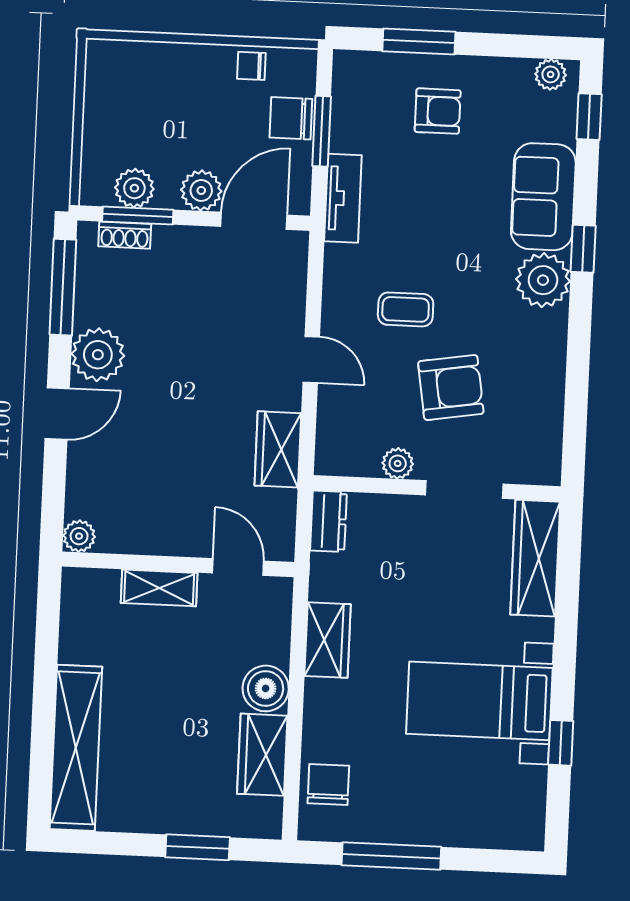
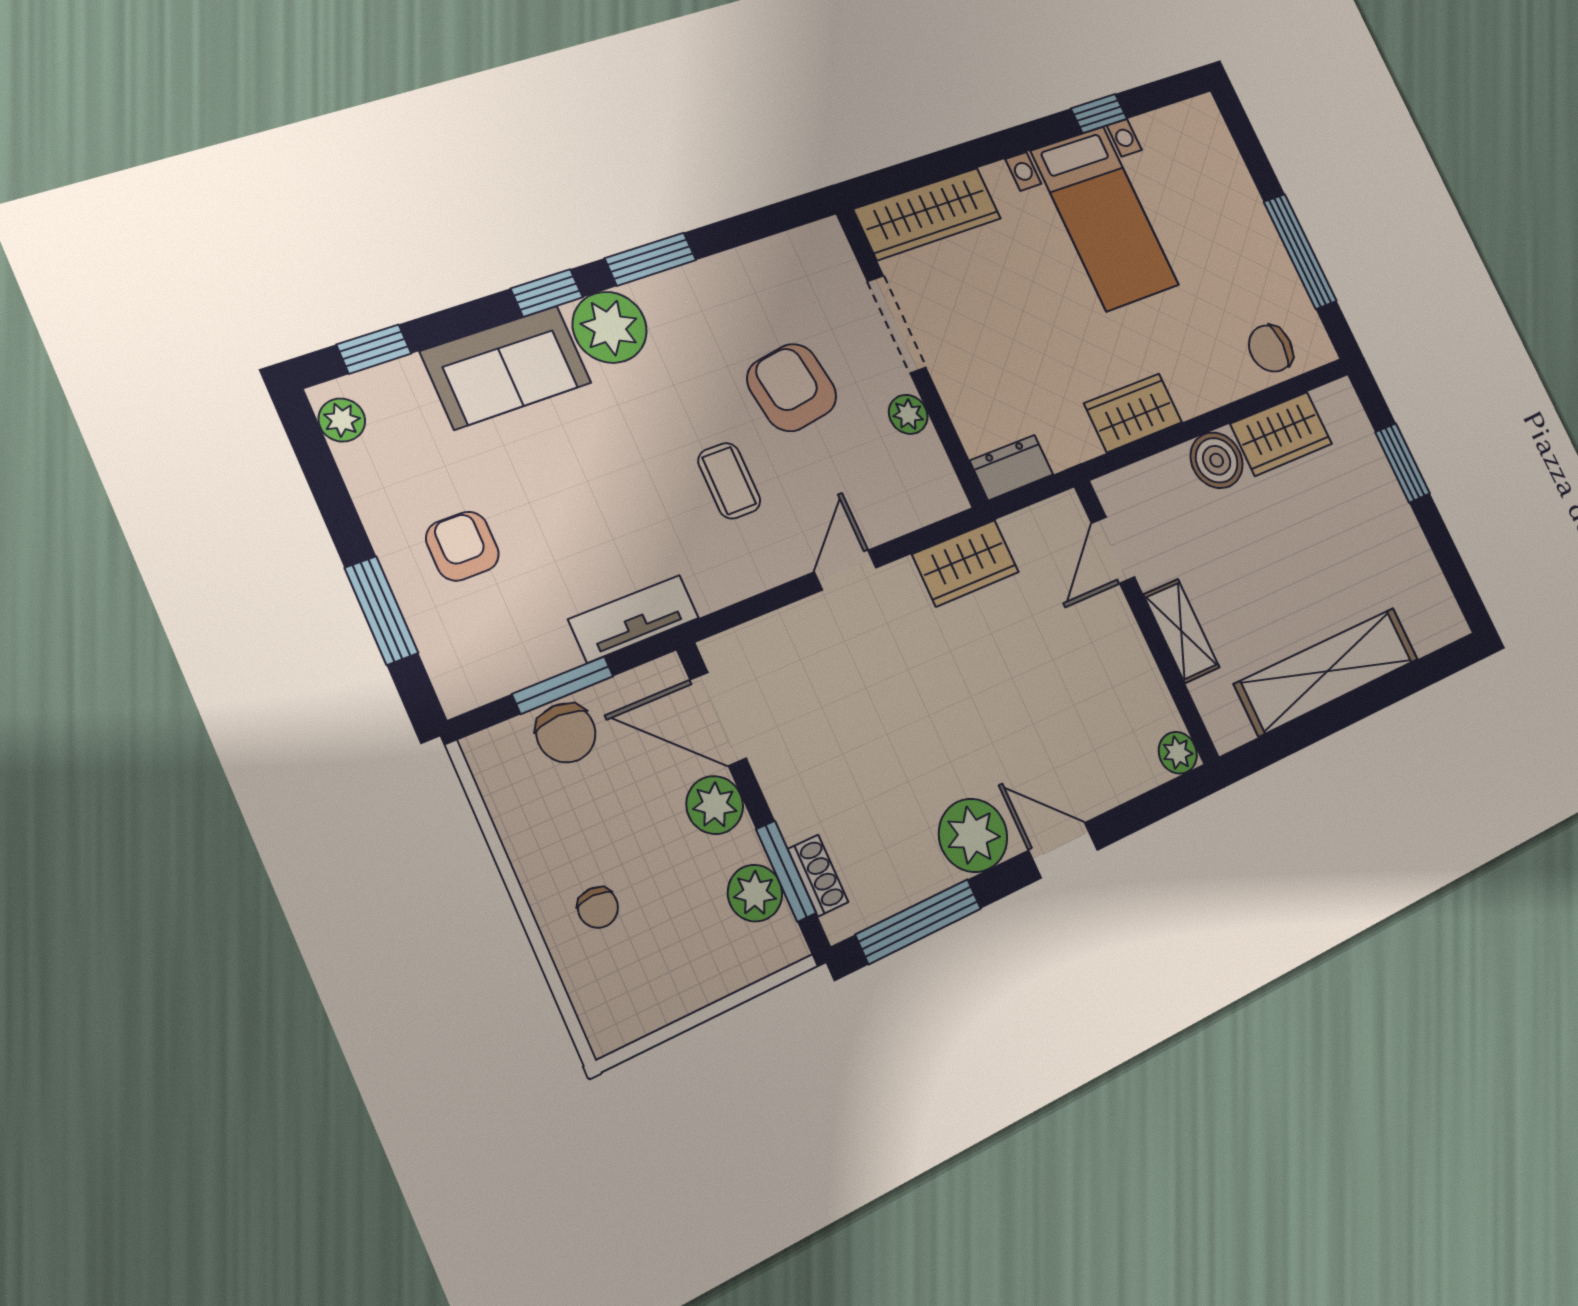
chair: (251, 66) -> (598, 907), moved
window: (579, 333) -> (651, 259), added
shelving: (76, 748) -> (1327, 671), moved

